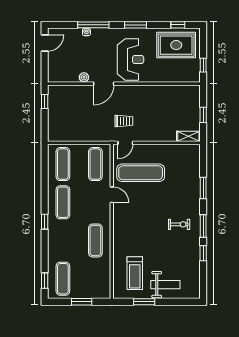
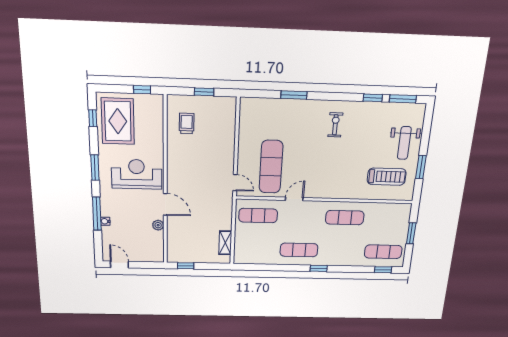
trolley: (124, 121) -> (187, 123), moved
shelving: (188, 136) -> (225, 243), moved
exercise mat: (63, 164) -> (256, 249), removed
window: (203, 226) -> (403, 99), moved
weight bench: (165, 285) -> (404, 143), turned 180

